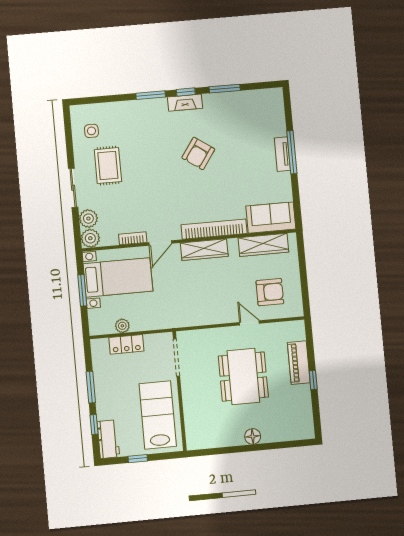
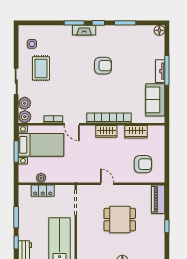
floor lamp: (276, 95) -> (159, 30), added
fireplace: (185, 103) -> (84, 30), moved
armchair: (198, 153) -> (103, 66), turned -125
sofa: (271, 218) -> (155, 100), moved, turned -90
door: (160, 243) -> (72, 124), hinge flipped
wardrobe: (263, 245) -> (136, 132), width x0.67
wardrobe: (204, 250) -> (106, 131), width x0.67
door: (249, 323) -> (107, 184), moved
piano: (299, 363) -> (158, 199), moved
dining table: (243, 377) -> (120, 220), width x0.73

